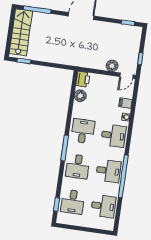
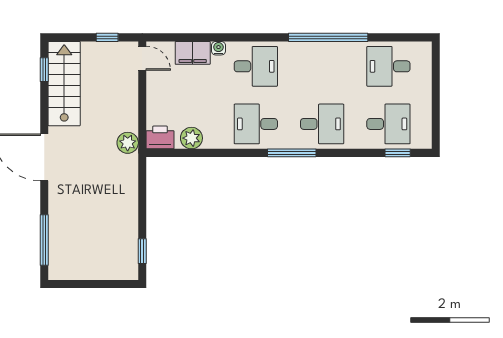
stairs: (21, 32) -> (64, 84), moved, turned 90
plant: (112, 66) -> (128, 143), moved
filing cabinet: (125, 103) -> (193, 53), width x2.00
desk: (113, 136) -> (256, 66), turned 90
desk: (108, 171) -> (322, 66), removed
desk: (103, 206) -> (388, 66), turned -90

